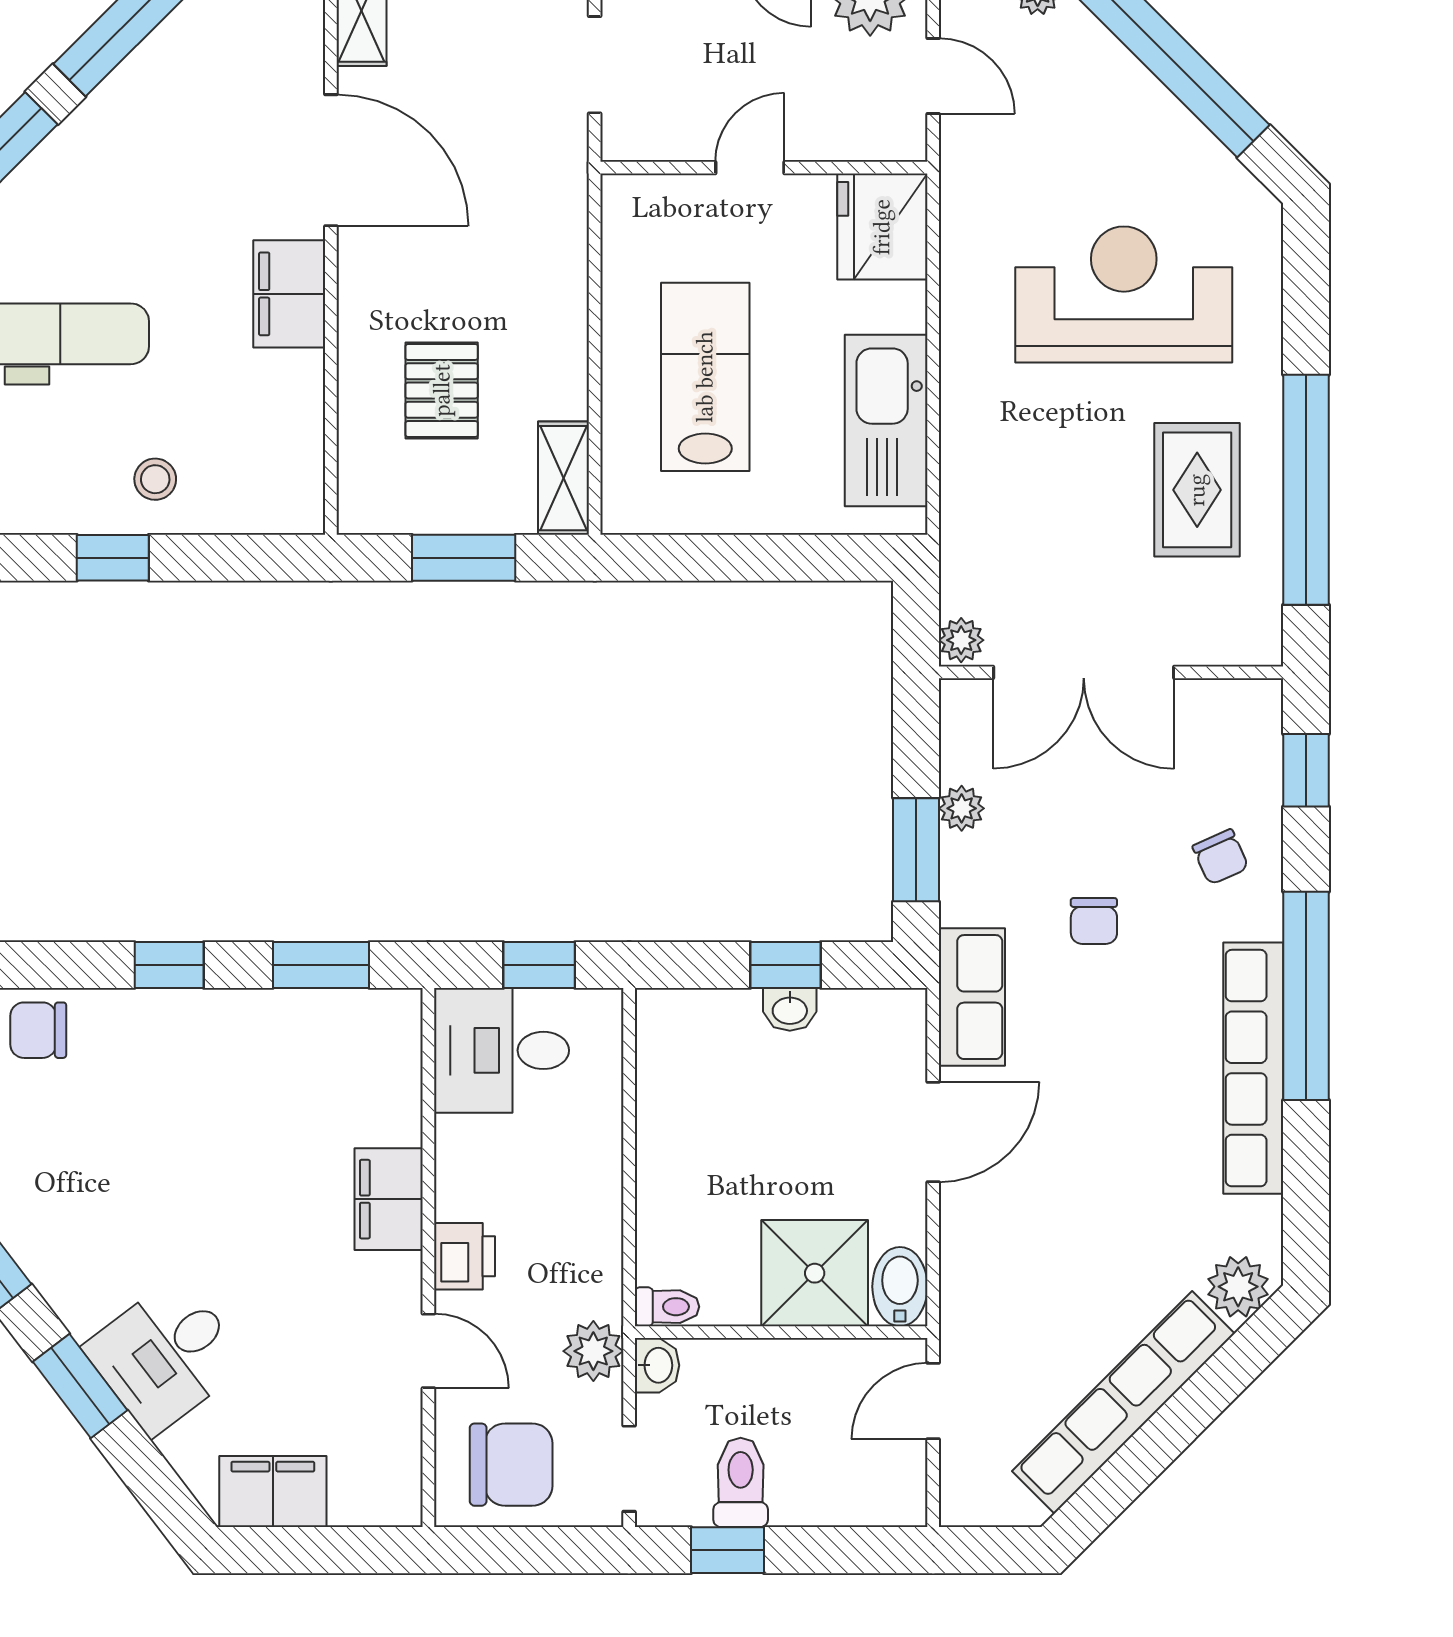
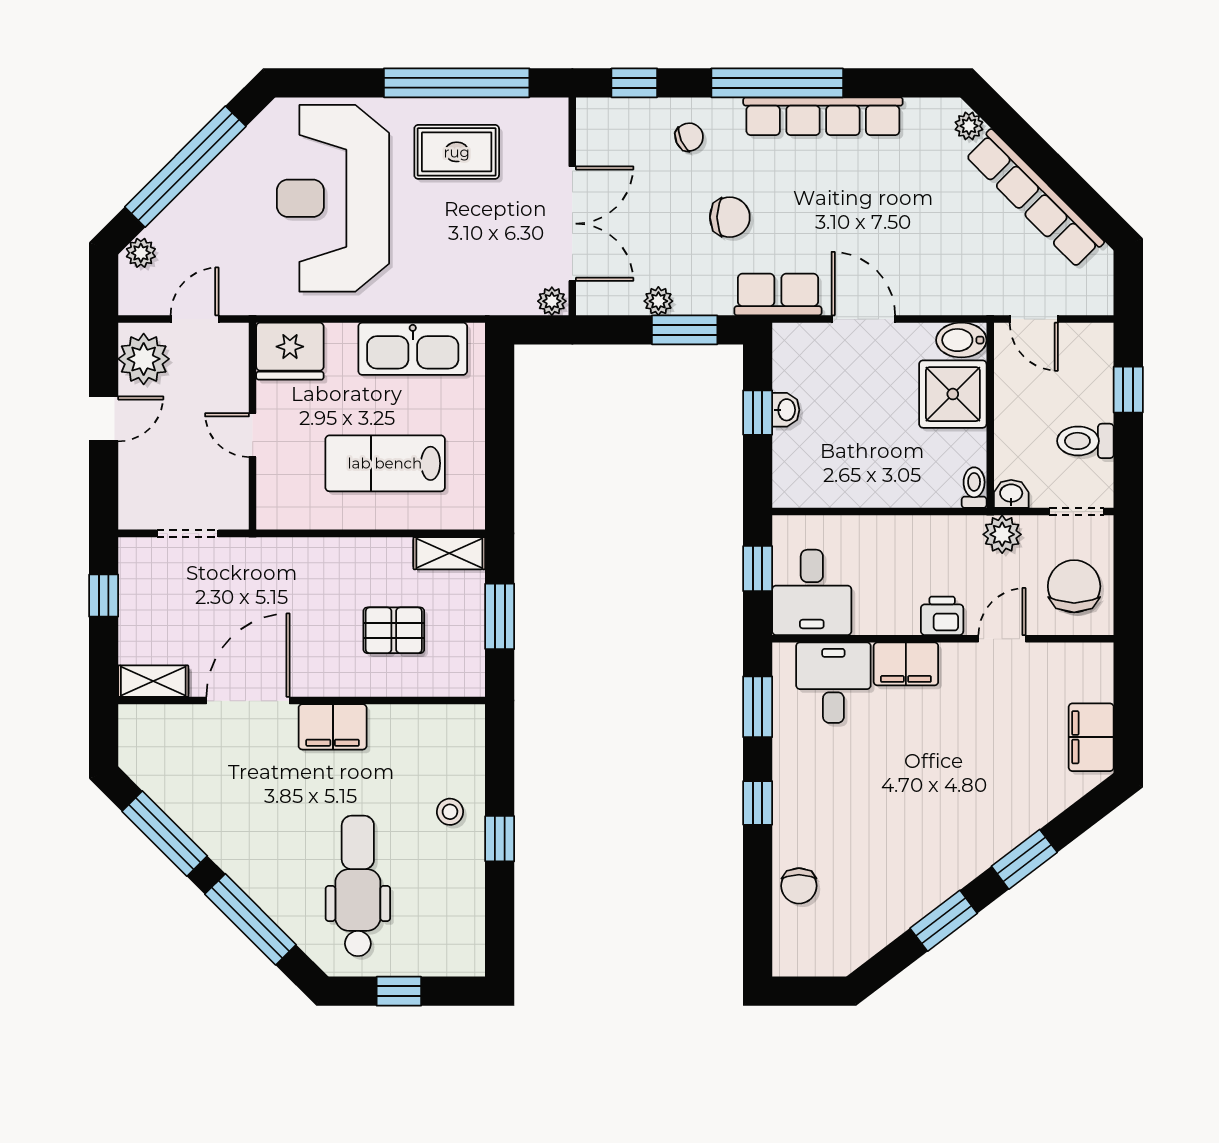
reception desk: (1124, 294) -> (333, 198), width x1.36, depth x1.30
chair: (1094, 921) -> (730, 217), width x1.37, depth x1.37
plant: (1238, 1287) -> (969, 126), width x0.73, depth x0.73
desk: (165, 1355) -> (833, 683), moved, turned -143
window: (727, 1550) -> (1128, 390), moved

